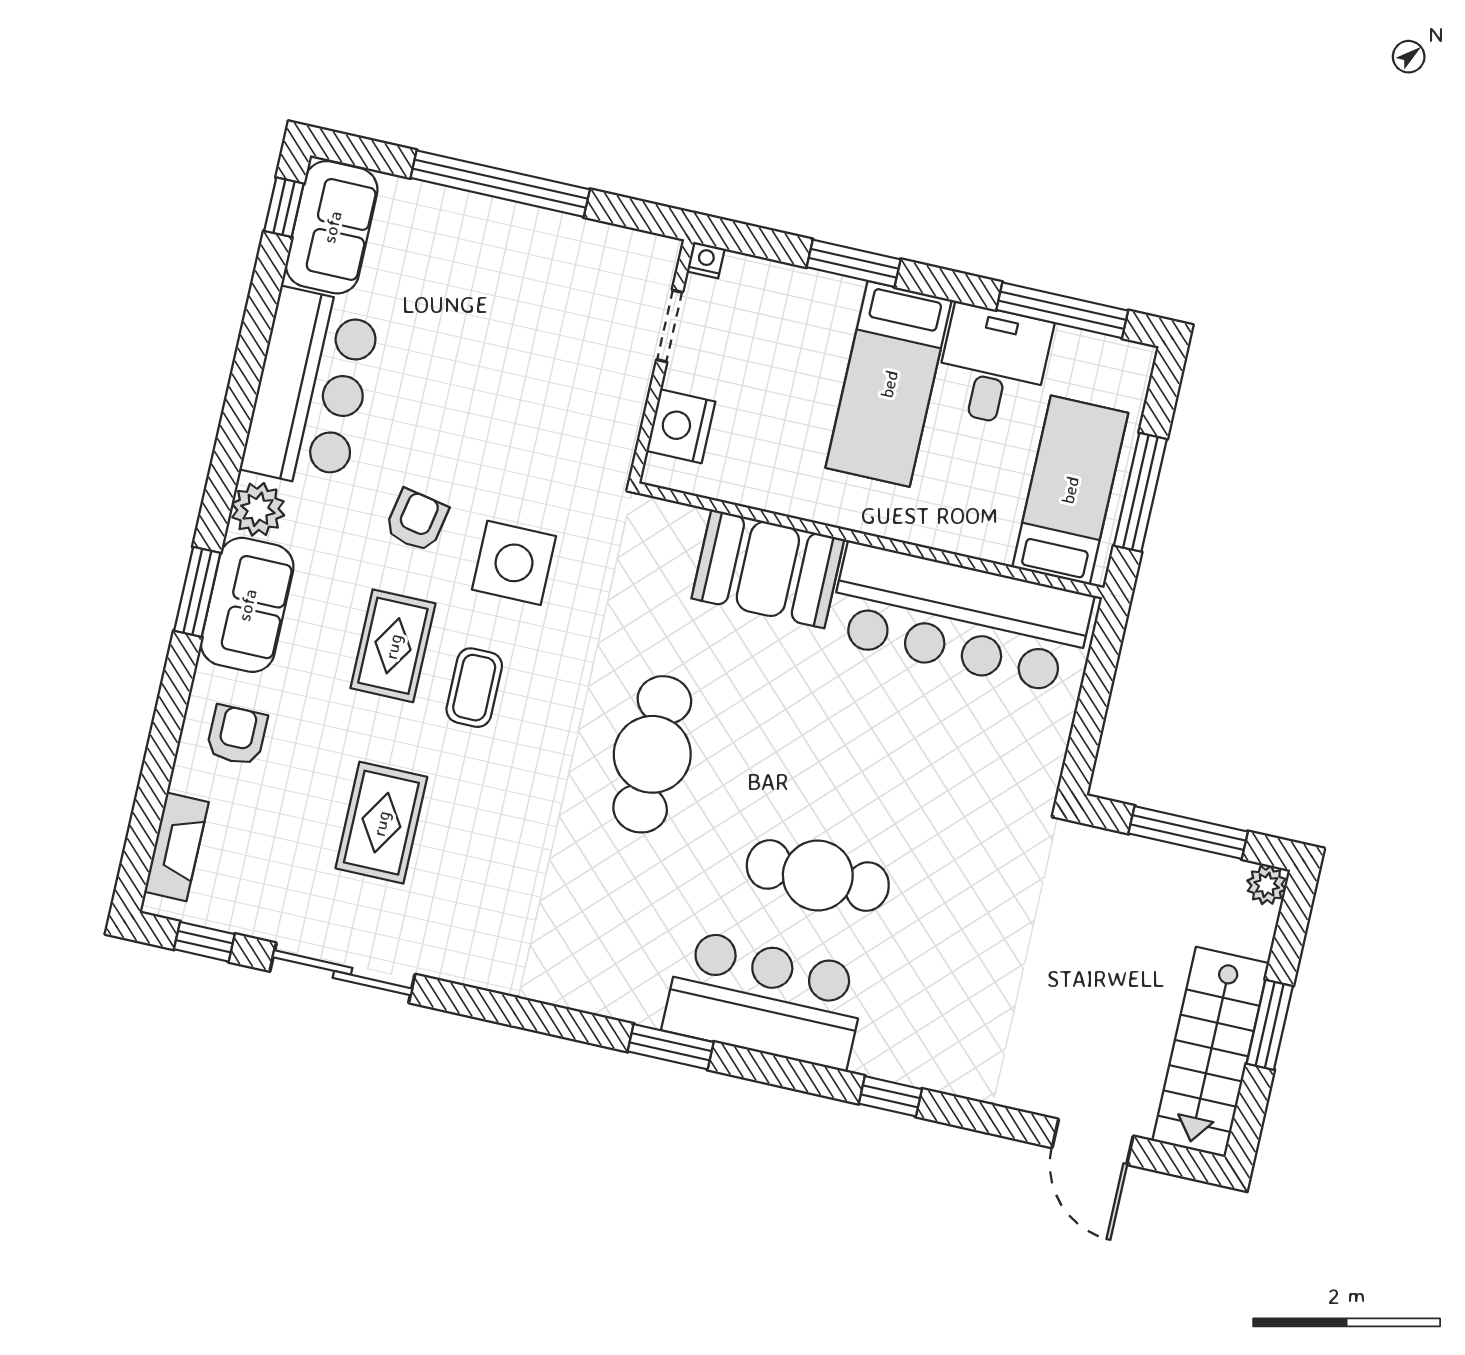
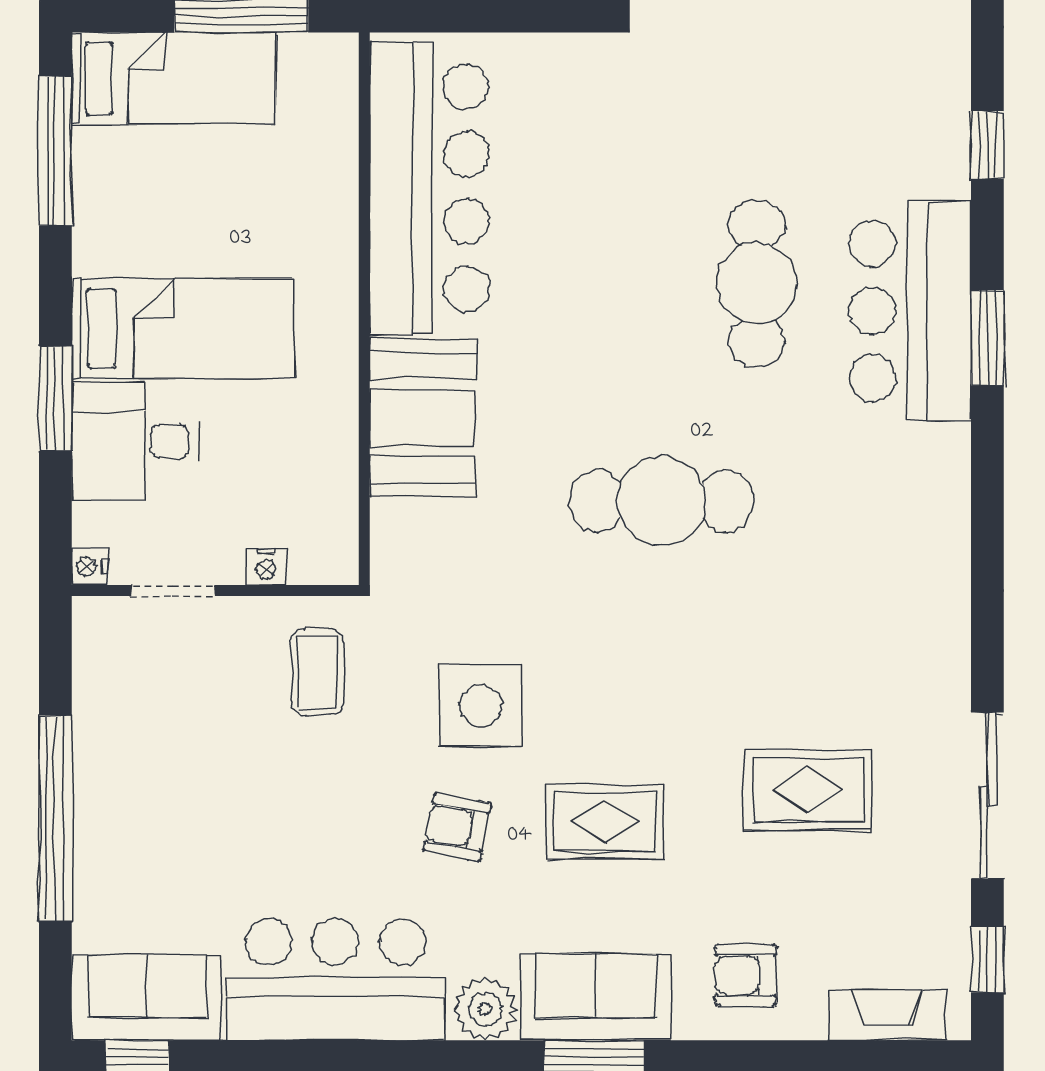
desk: (993, 365) -> (135, 442), moved
nightstand: (681, 426) -> (266, 567), width x0.53, depth x0.56
bed: (1070, 490) -> (174, 78), moved, turned 180
coffee table: (474, 688) -> (317, 672), moved, turned 90
window: (671, 1047) -> (987, 338), moved

